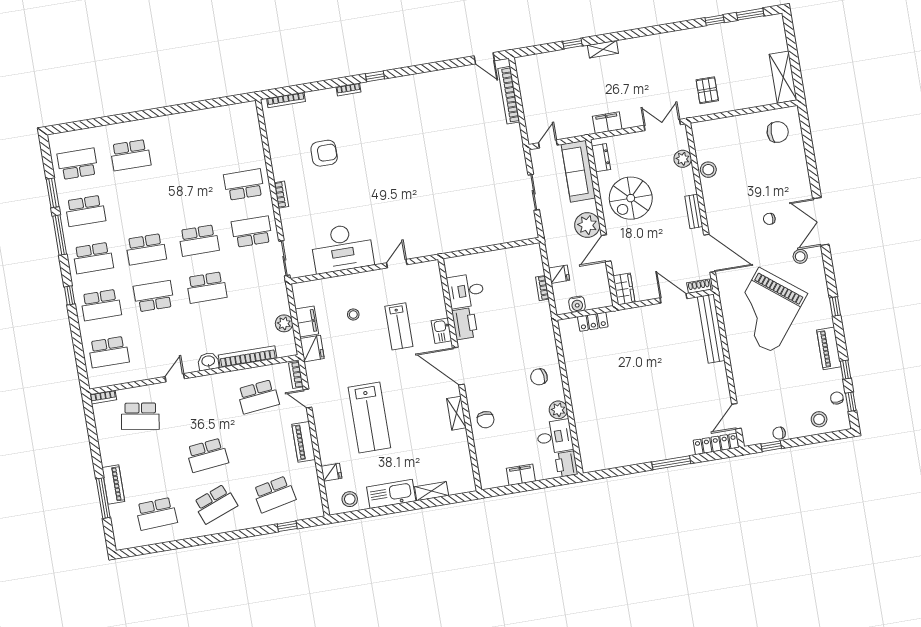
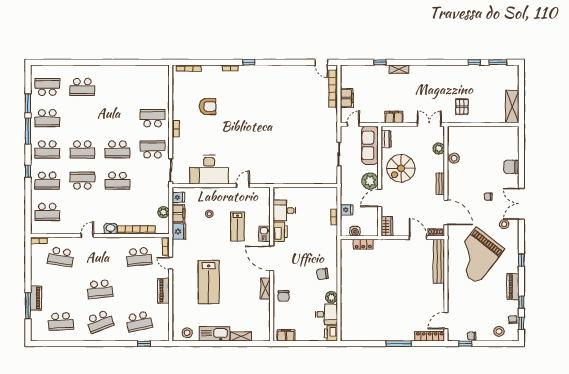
filing cabinet: (532, 106) -> (347, 98), added
chair: (778, 132) -> (511, 167), moved, turned 180
fridge: (331, 472) -> (178, 197), moved
filing cabinet: (521, 475) -> (286, 335), moved

